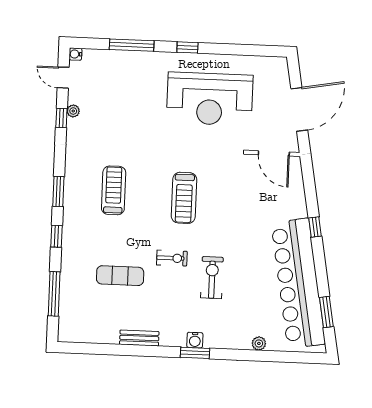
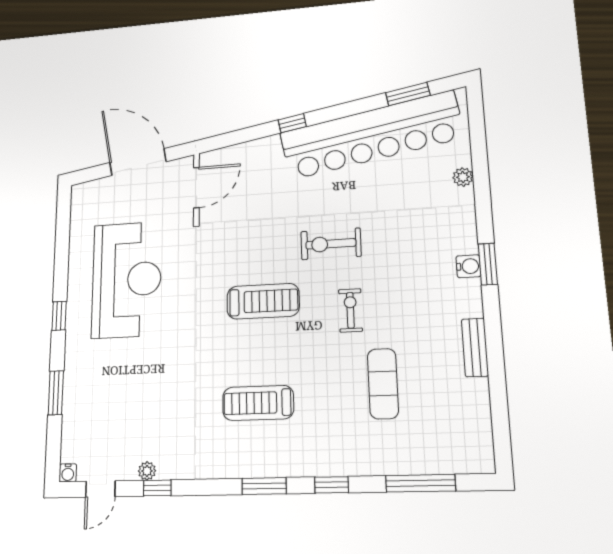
window: (132, 45) -> (56, 393), width x0.69
exercise bike: (212, 278) -> (331, 244), moved

